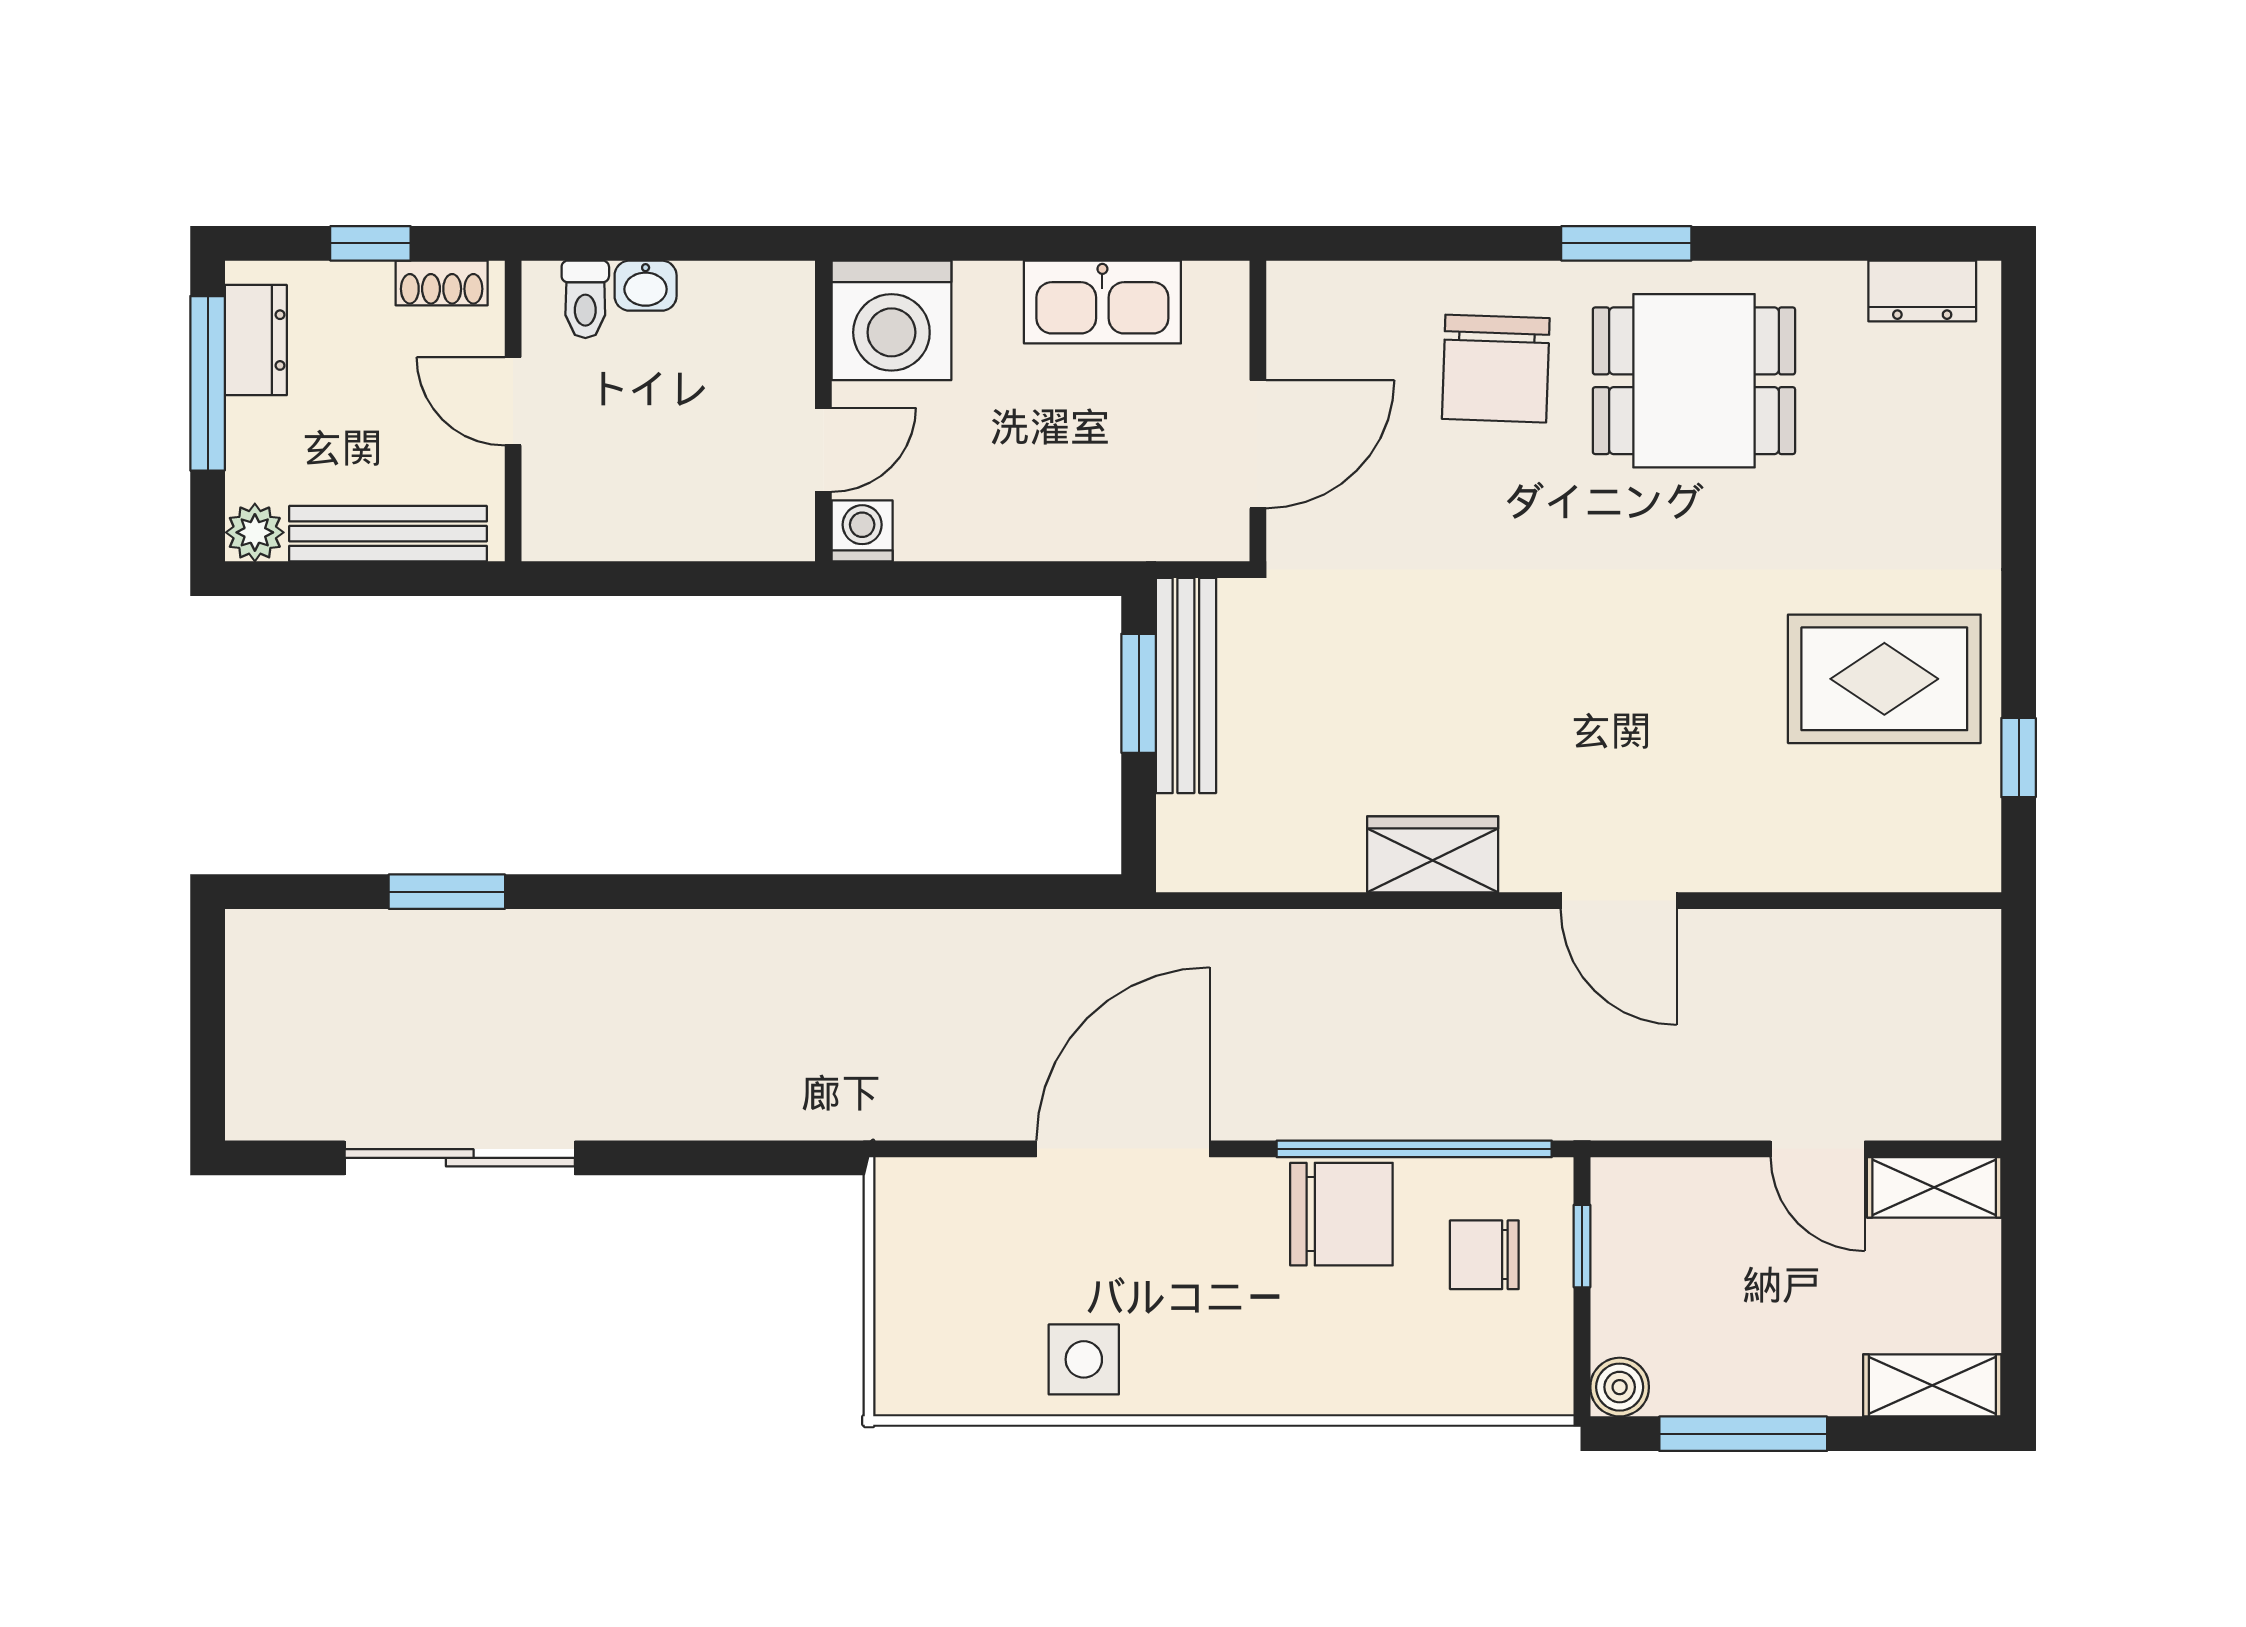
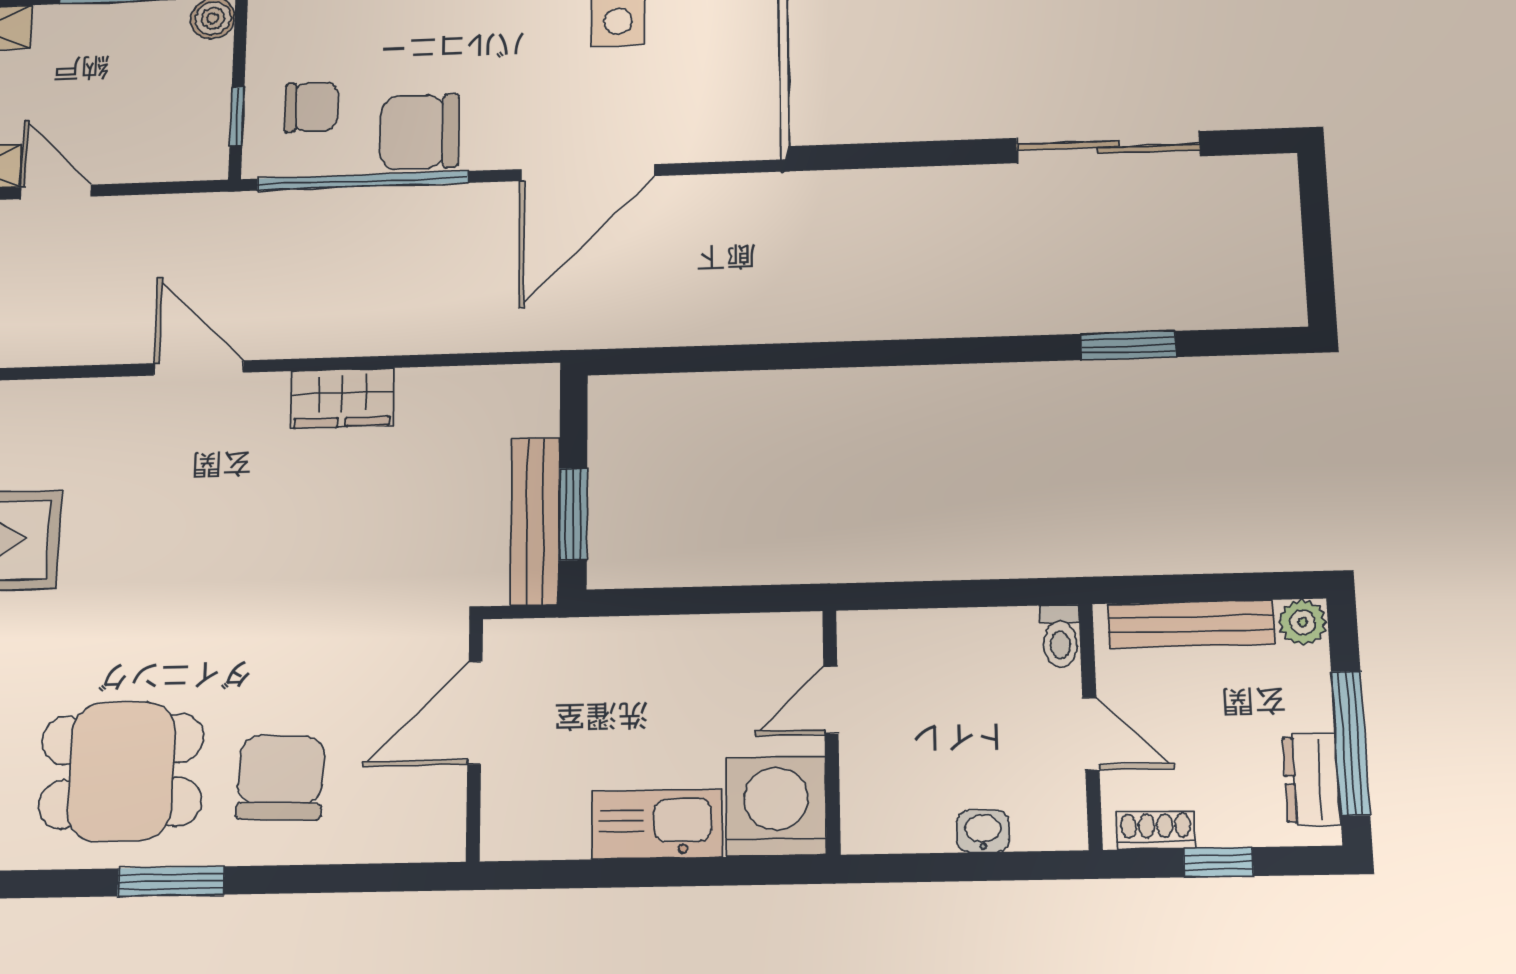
toilet: (585, 299) -> (1060, 636), moved, turned 180
kitchen sink: (1102, 302) -> (657, 824), moved
washing machine: (862, 531) -> (798, 636), removed

